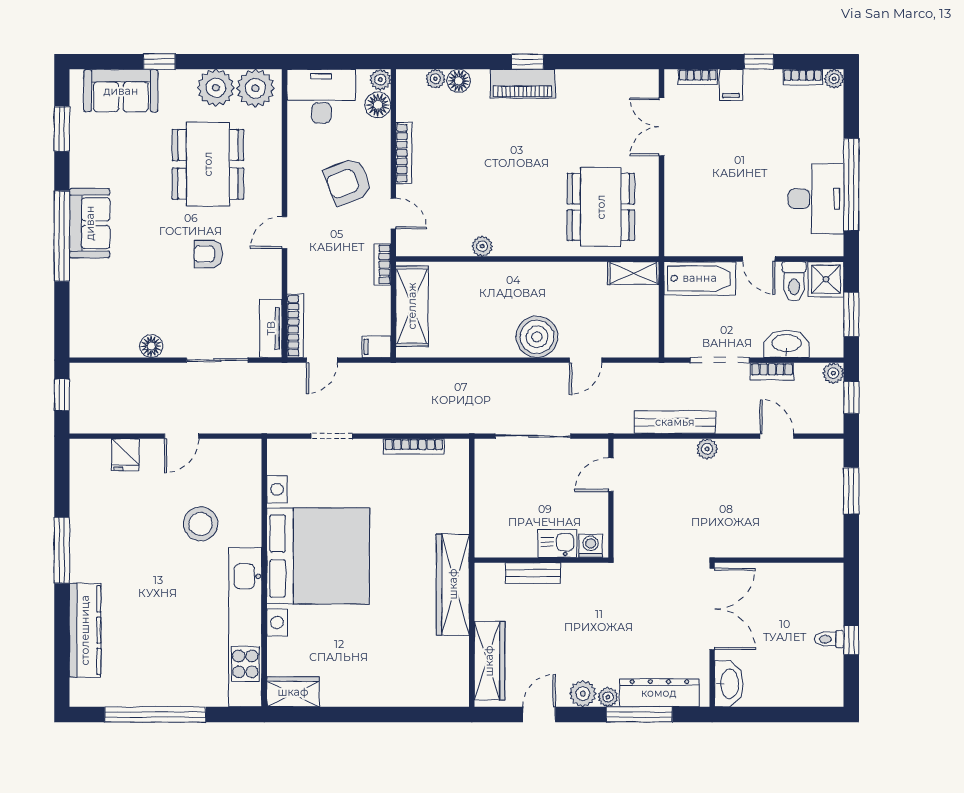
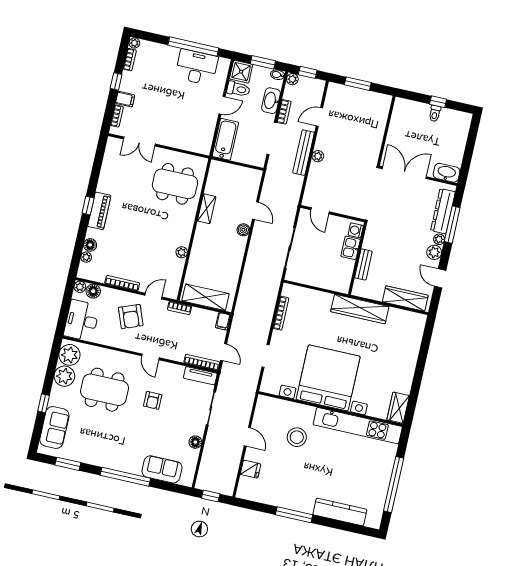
sofa: (90, 223) -> (162, 469), moved
shelving: (633, 273) -> (207, 209), moved
boiler: (537, 337) -> (243, 230), width x0.54, depth x0.54
bidet: (835, 345) -> (277, 75), added
bench: (675, 422) -> (304, 153), moved

